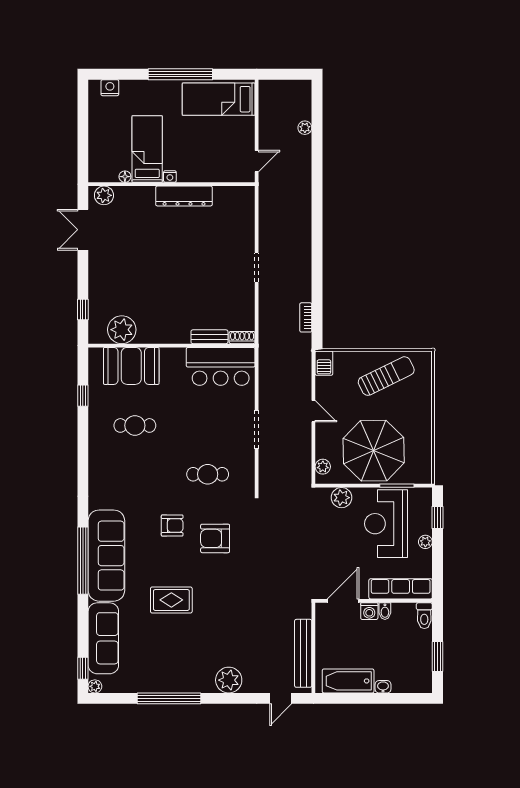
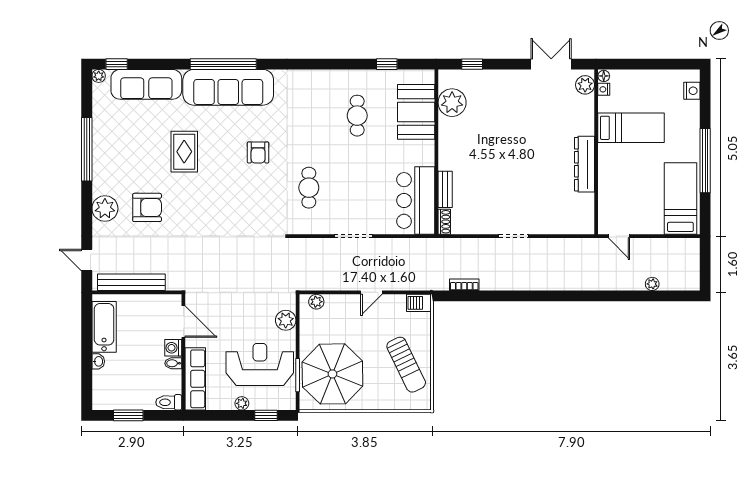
floor lamp: (125, 177) -> (604, 76), moved
nightstand: (170, 177) -> (604, 89), moved
parasol: (374, 451) -> (332, 374), moved
armchair: (215, 538) -> (147, 207), moved, turned 90

